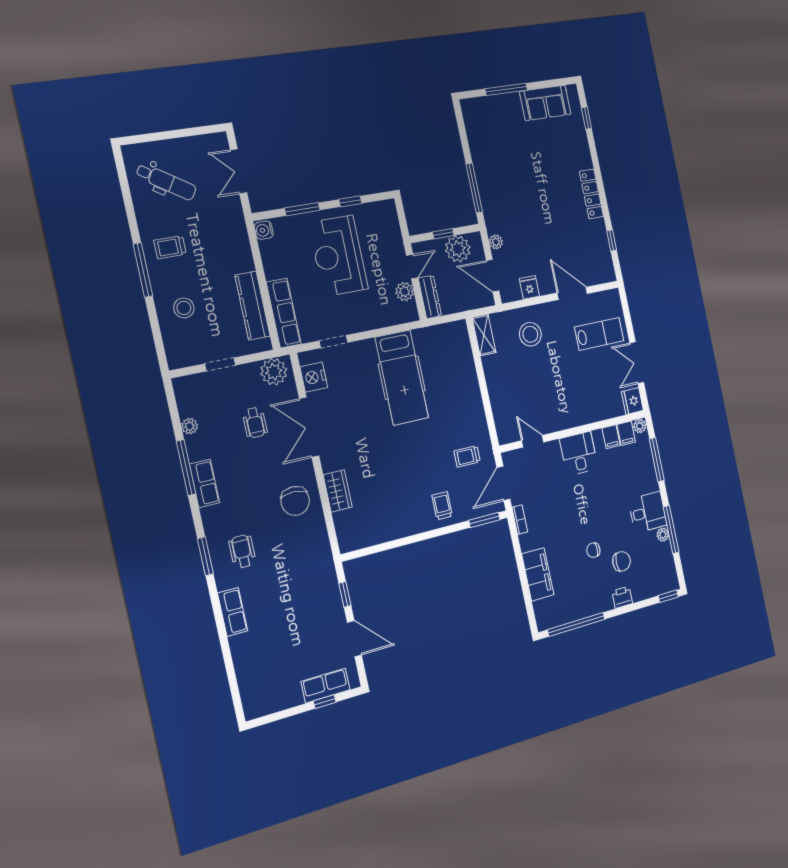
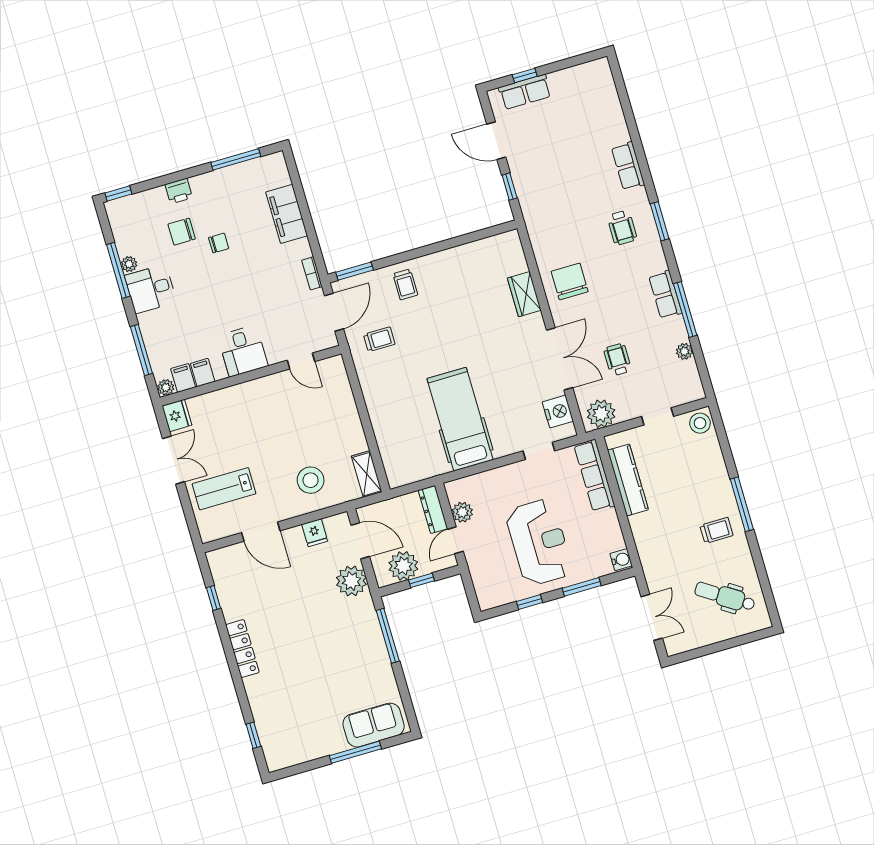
sofa: (545, 103) -> (374, 725), moved
plant: (496, 242) -> (351, 581), width x1.88, depth x1.88
stool: (184, 308) -> (700, 423), moved
window: (576, 624) -> (236, 159), width x0.68

